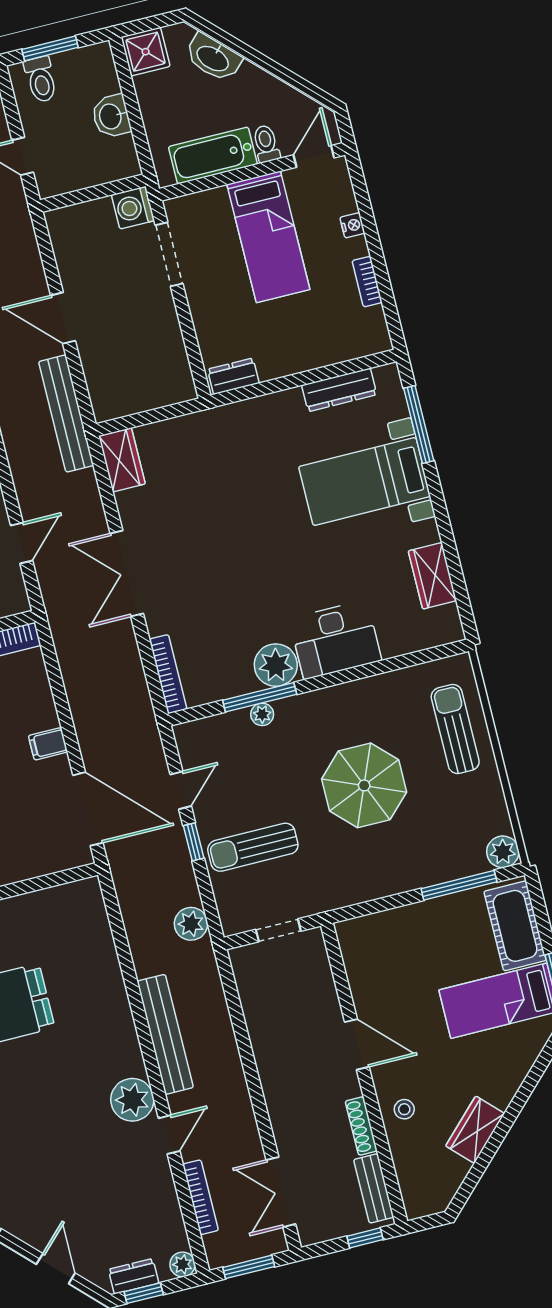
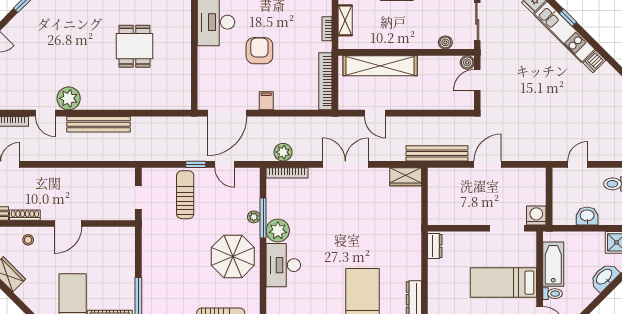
parasol: (364, 785) -> (233, 256), moved
plant: (191, 924) -> (283, 152), moved

